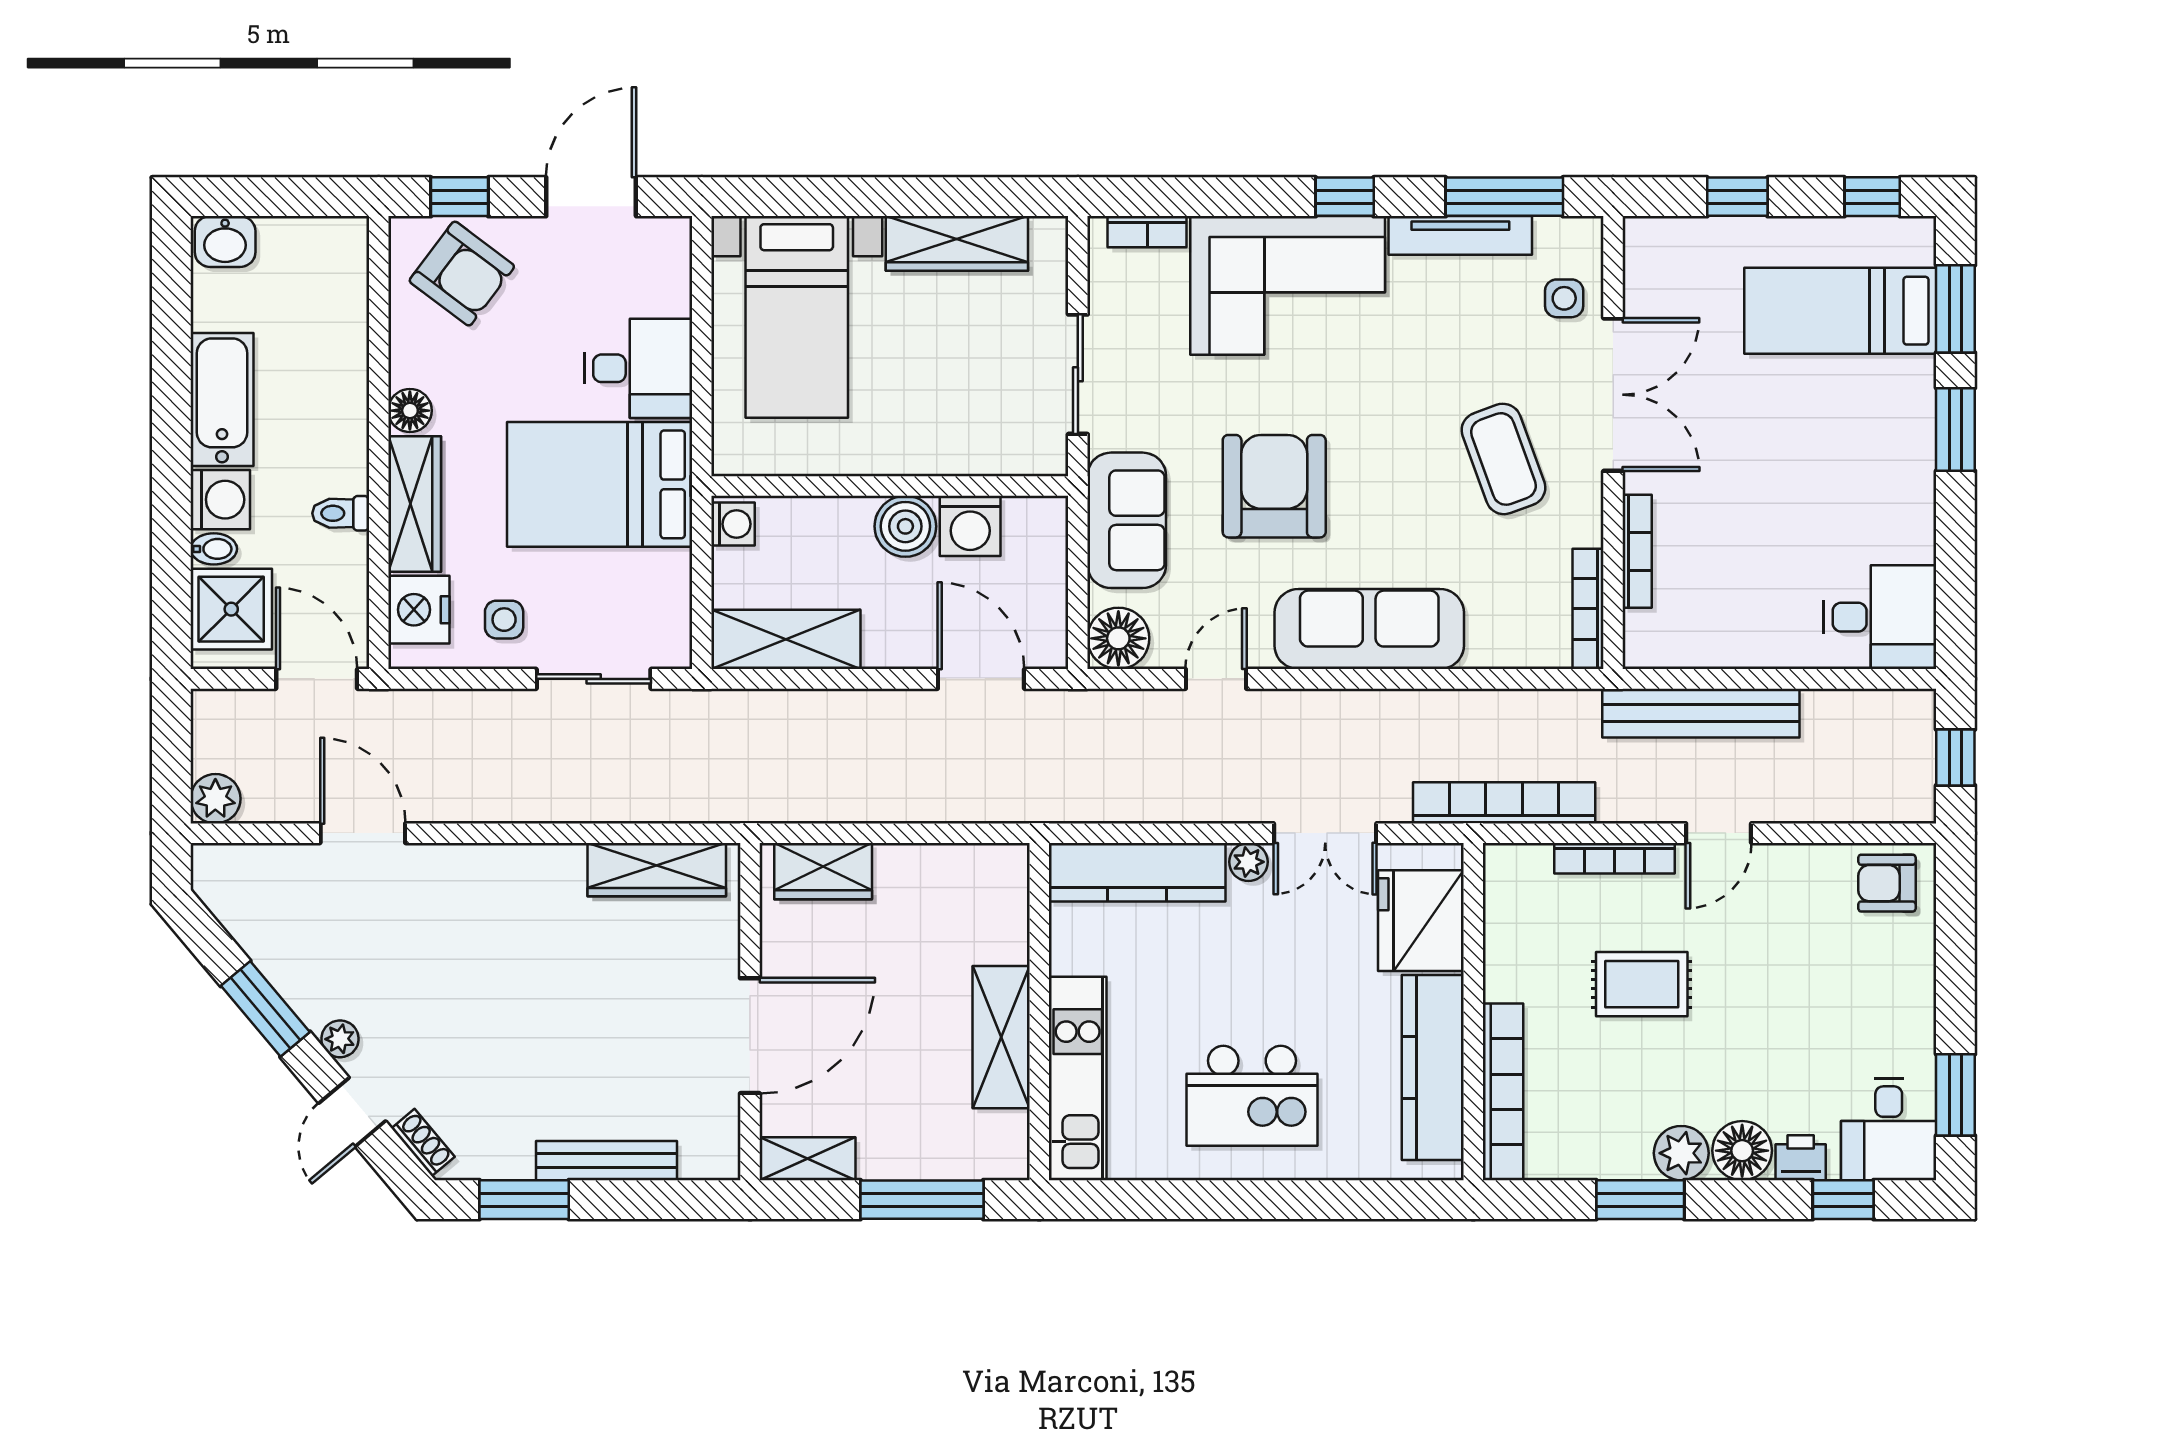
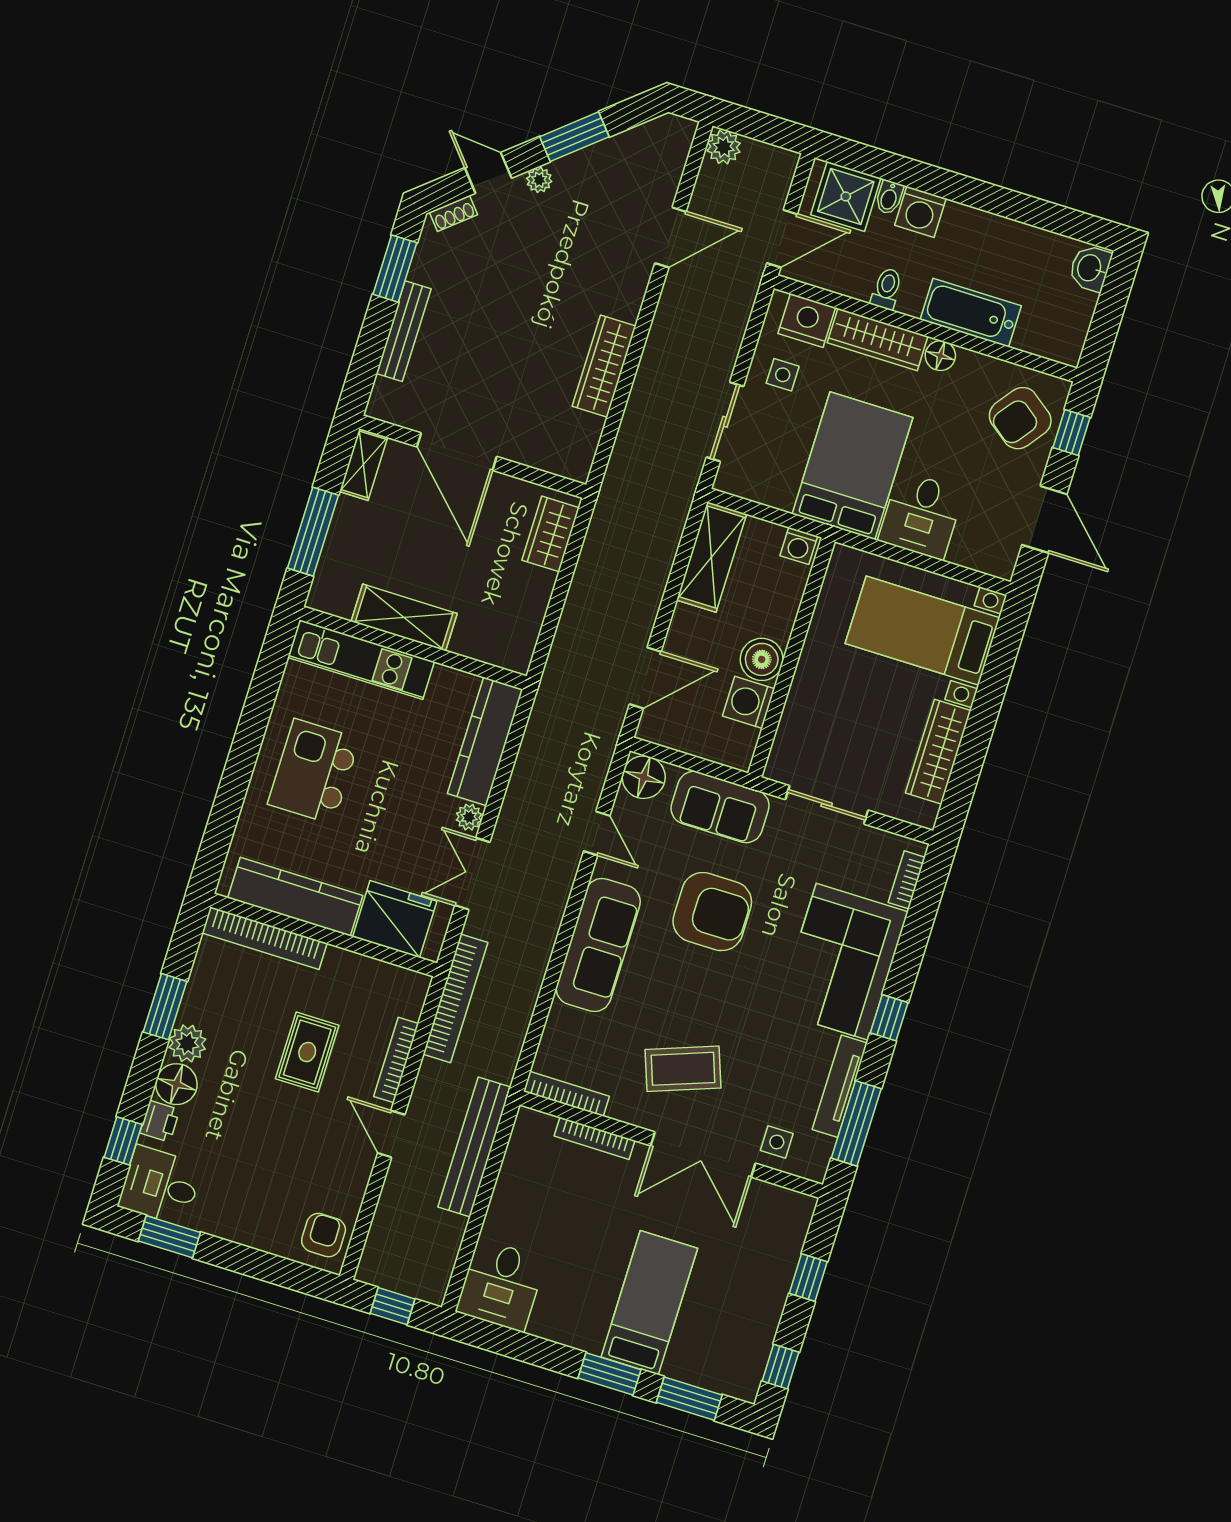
bed: (1840, 311) -> (649, 1303), moved
bathtub: (222, 400) -> (971, 313), moved, turned 180
wardrobe: (657, 870) -> (604, 366), moved

